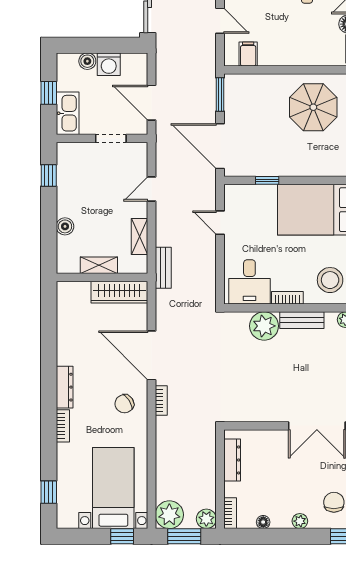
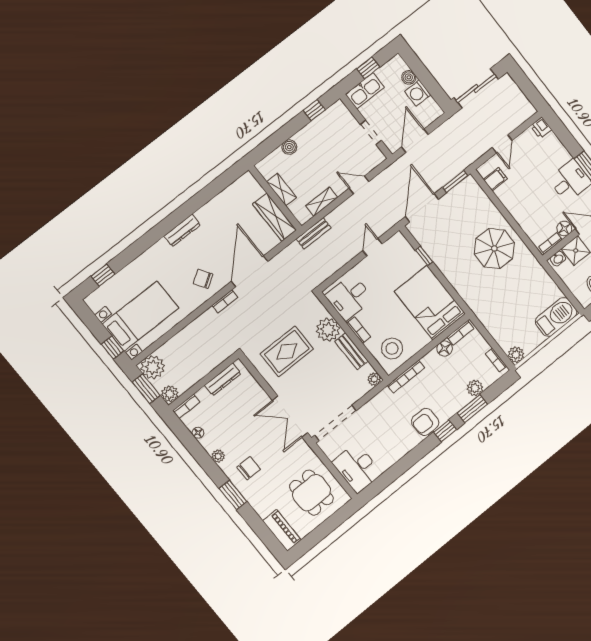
rug: (254, 380) -> (287, 351), added
bookcase: (63, 426) -> (155, 250), removed

